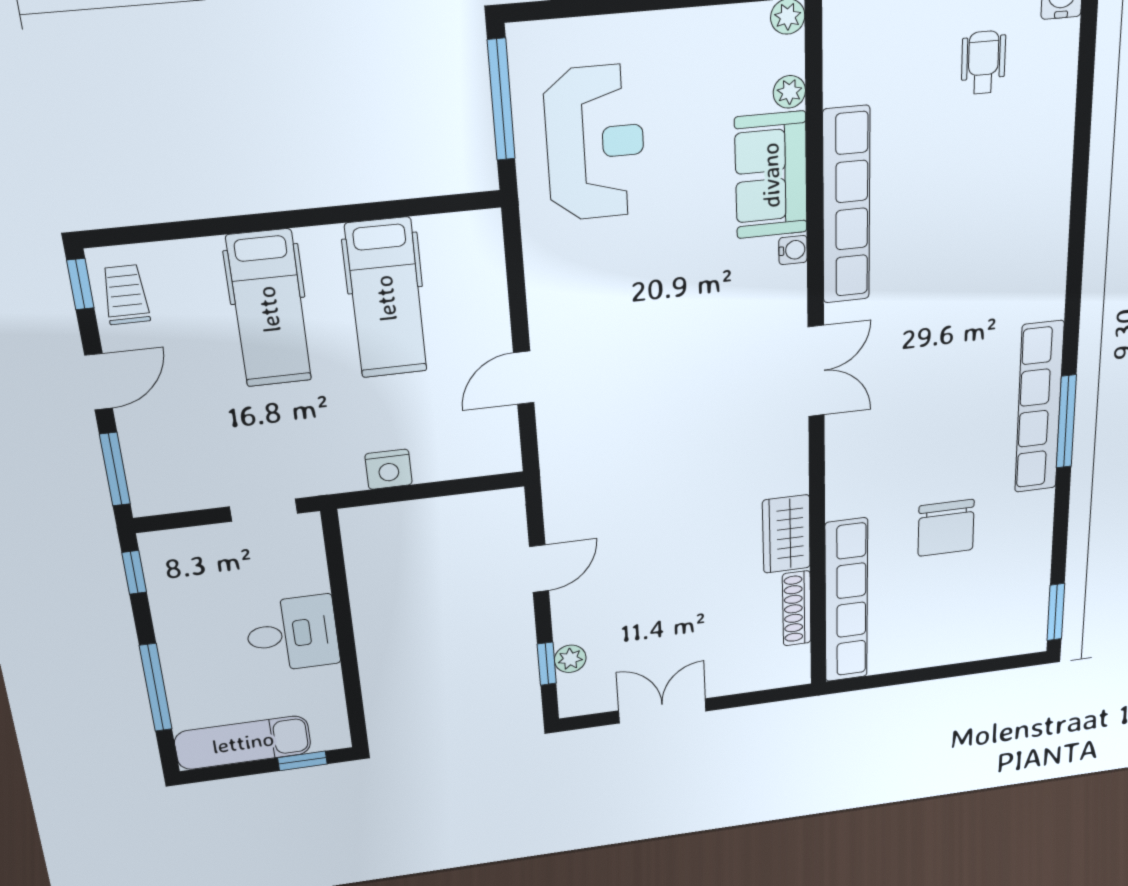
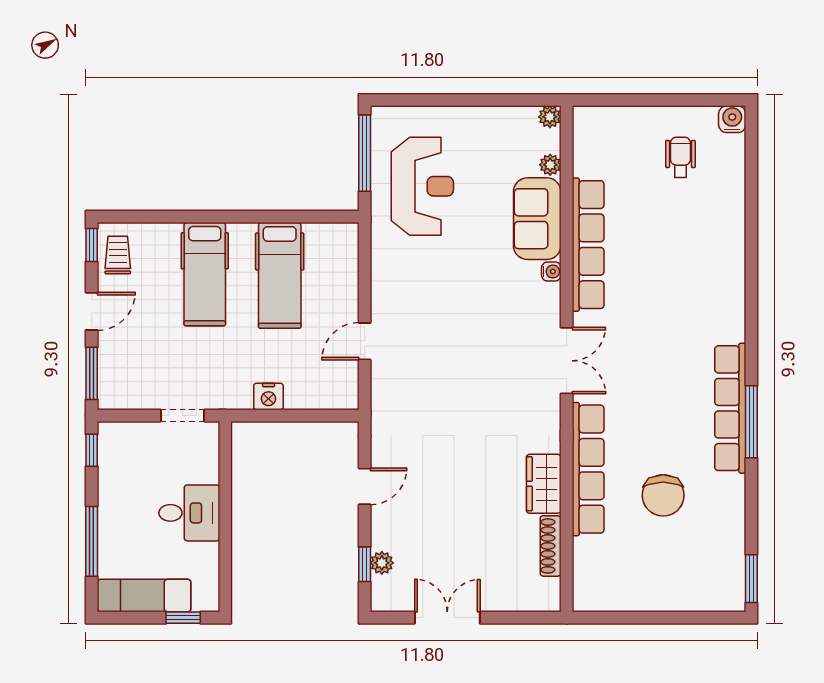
row of seats: (846, 601) -> (588, 469), moved

